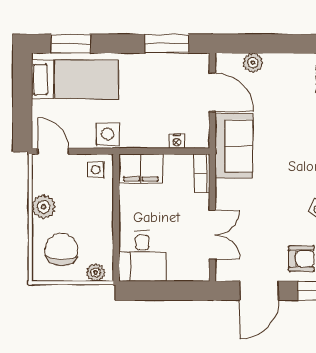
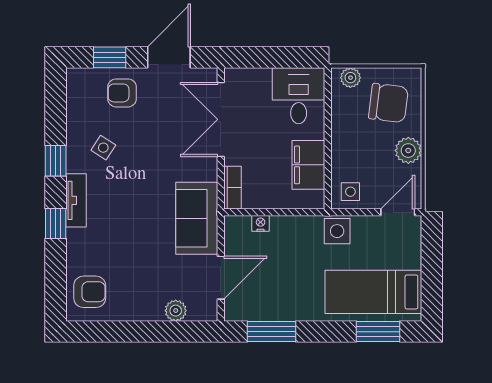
door: (212, 92) -> (221, 278), swing flipped
door: (53, 151) -> (398, 212), swing flipped
filing cabinet: (141, 169) -> (308, 165), moved, turned -90
double door: (212, 235) -> (221, 119), width x1.37
chair: (61, 250) -> (388, 103), turned -85

